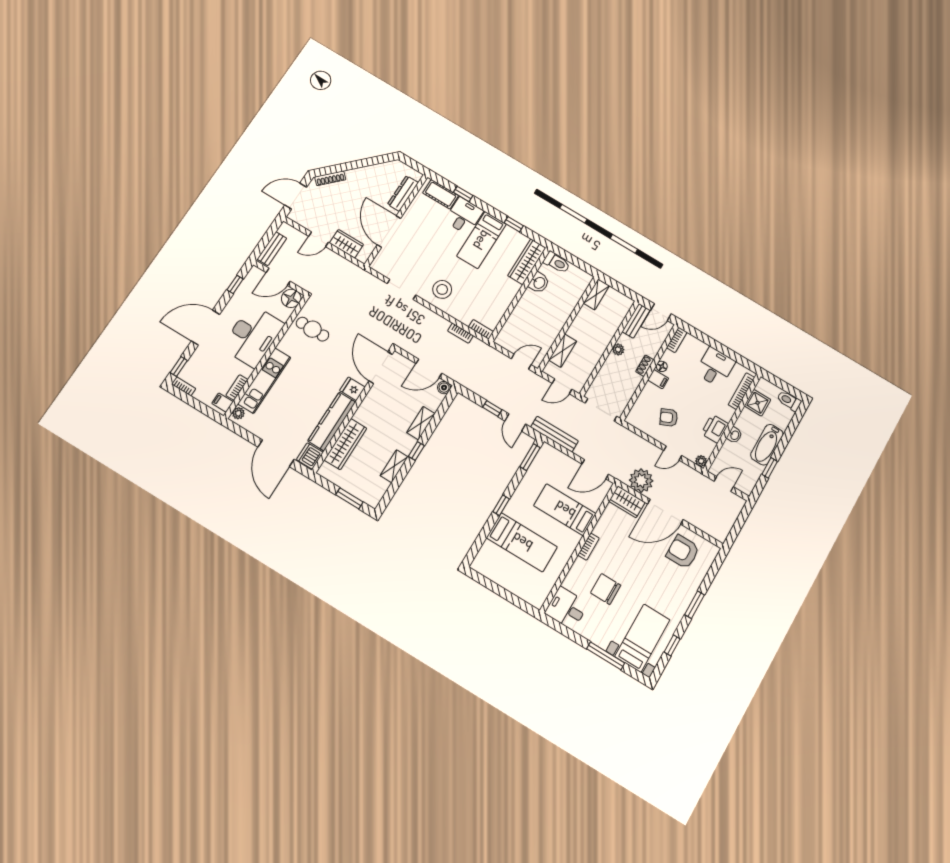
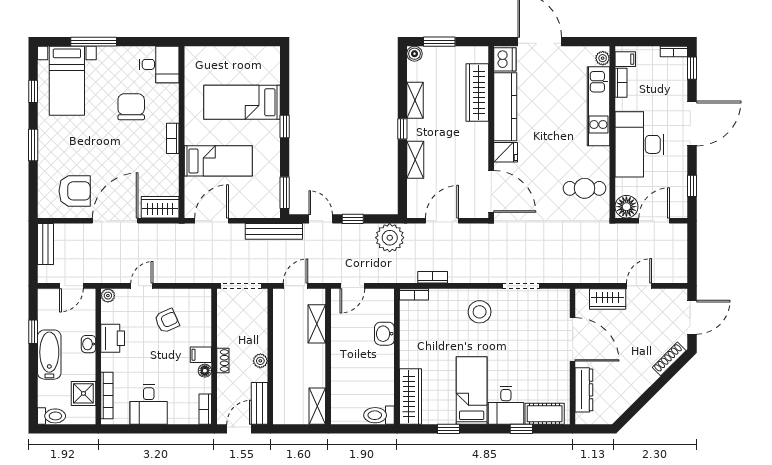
bench: (272, 249) -> (46, 244), moved
washbasin: (539, 283) -> (384, 334), moved
boiler: (444, 388) -> (414, 54), moved
plant: (641, 481) -> (390, 238), moved
chair: (606, 589) -> (131, 107), turned -90

